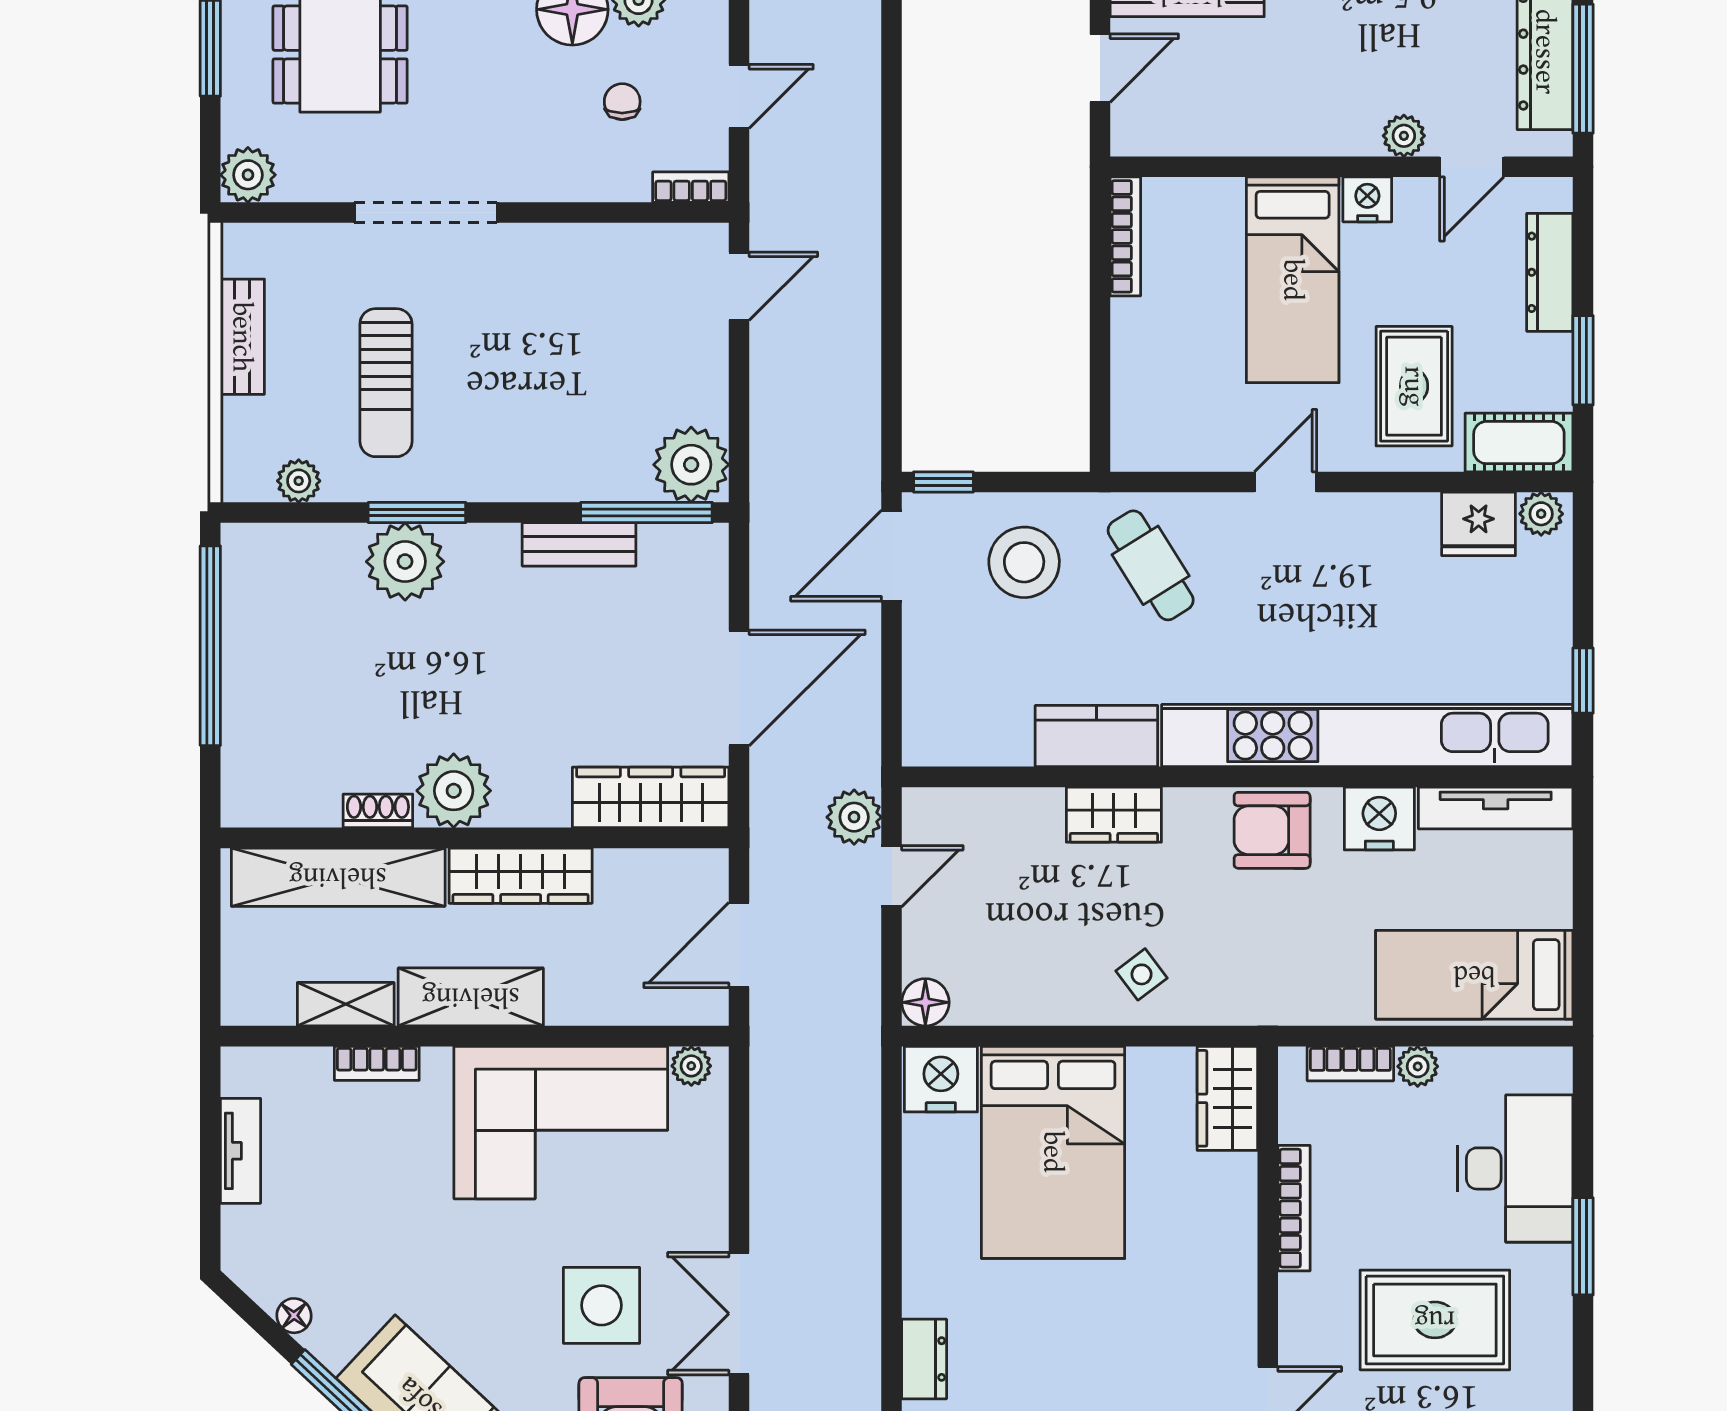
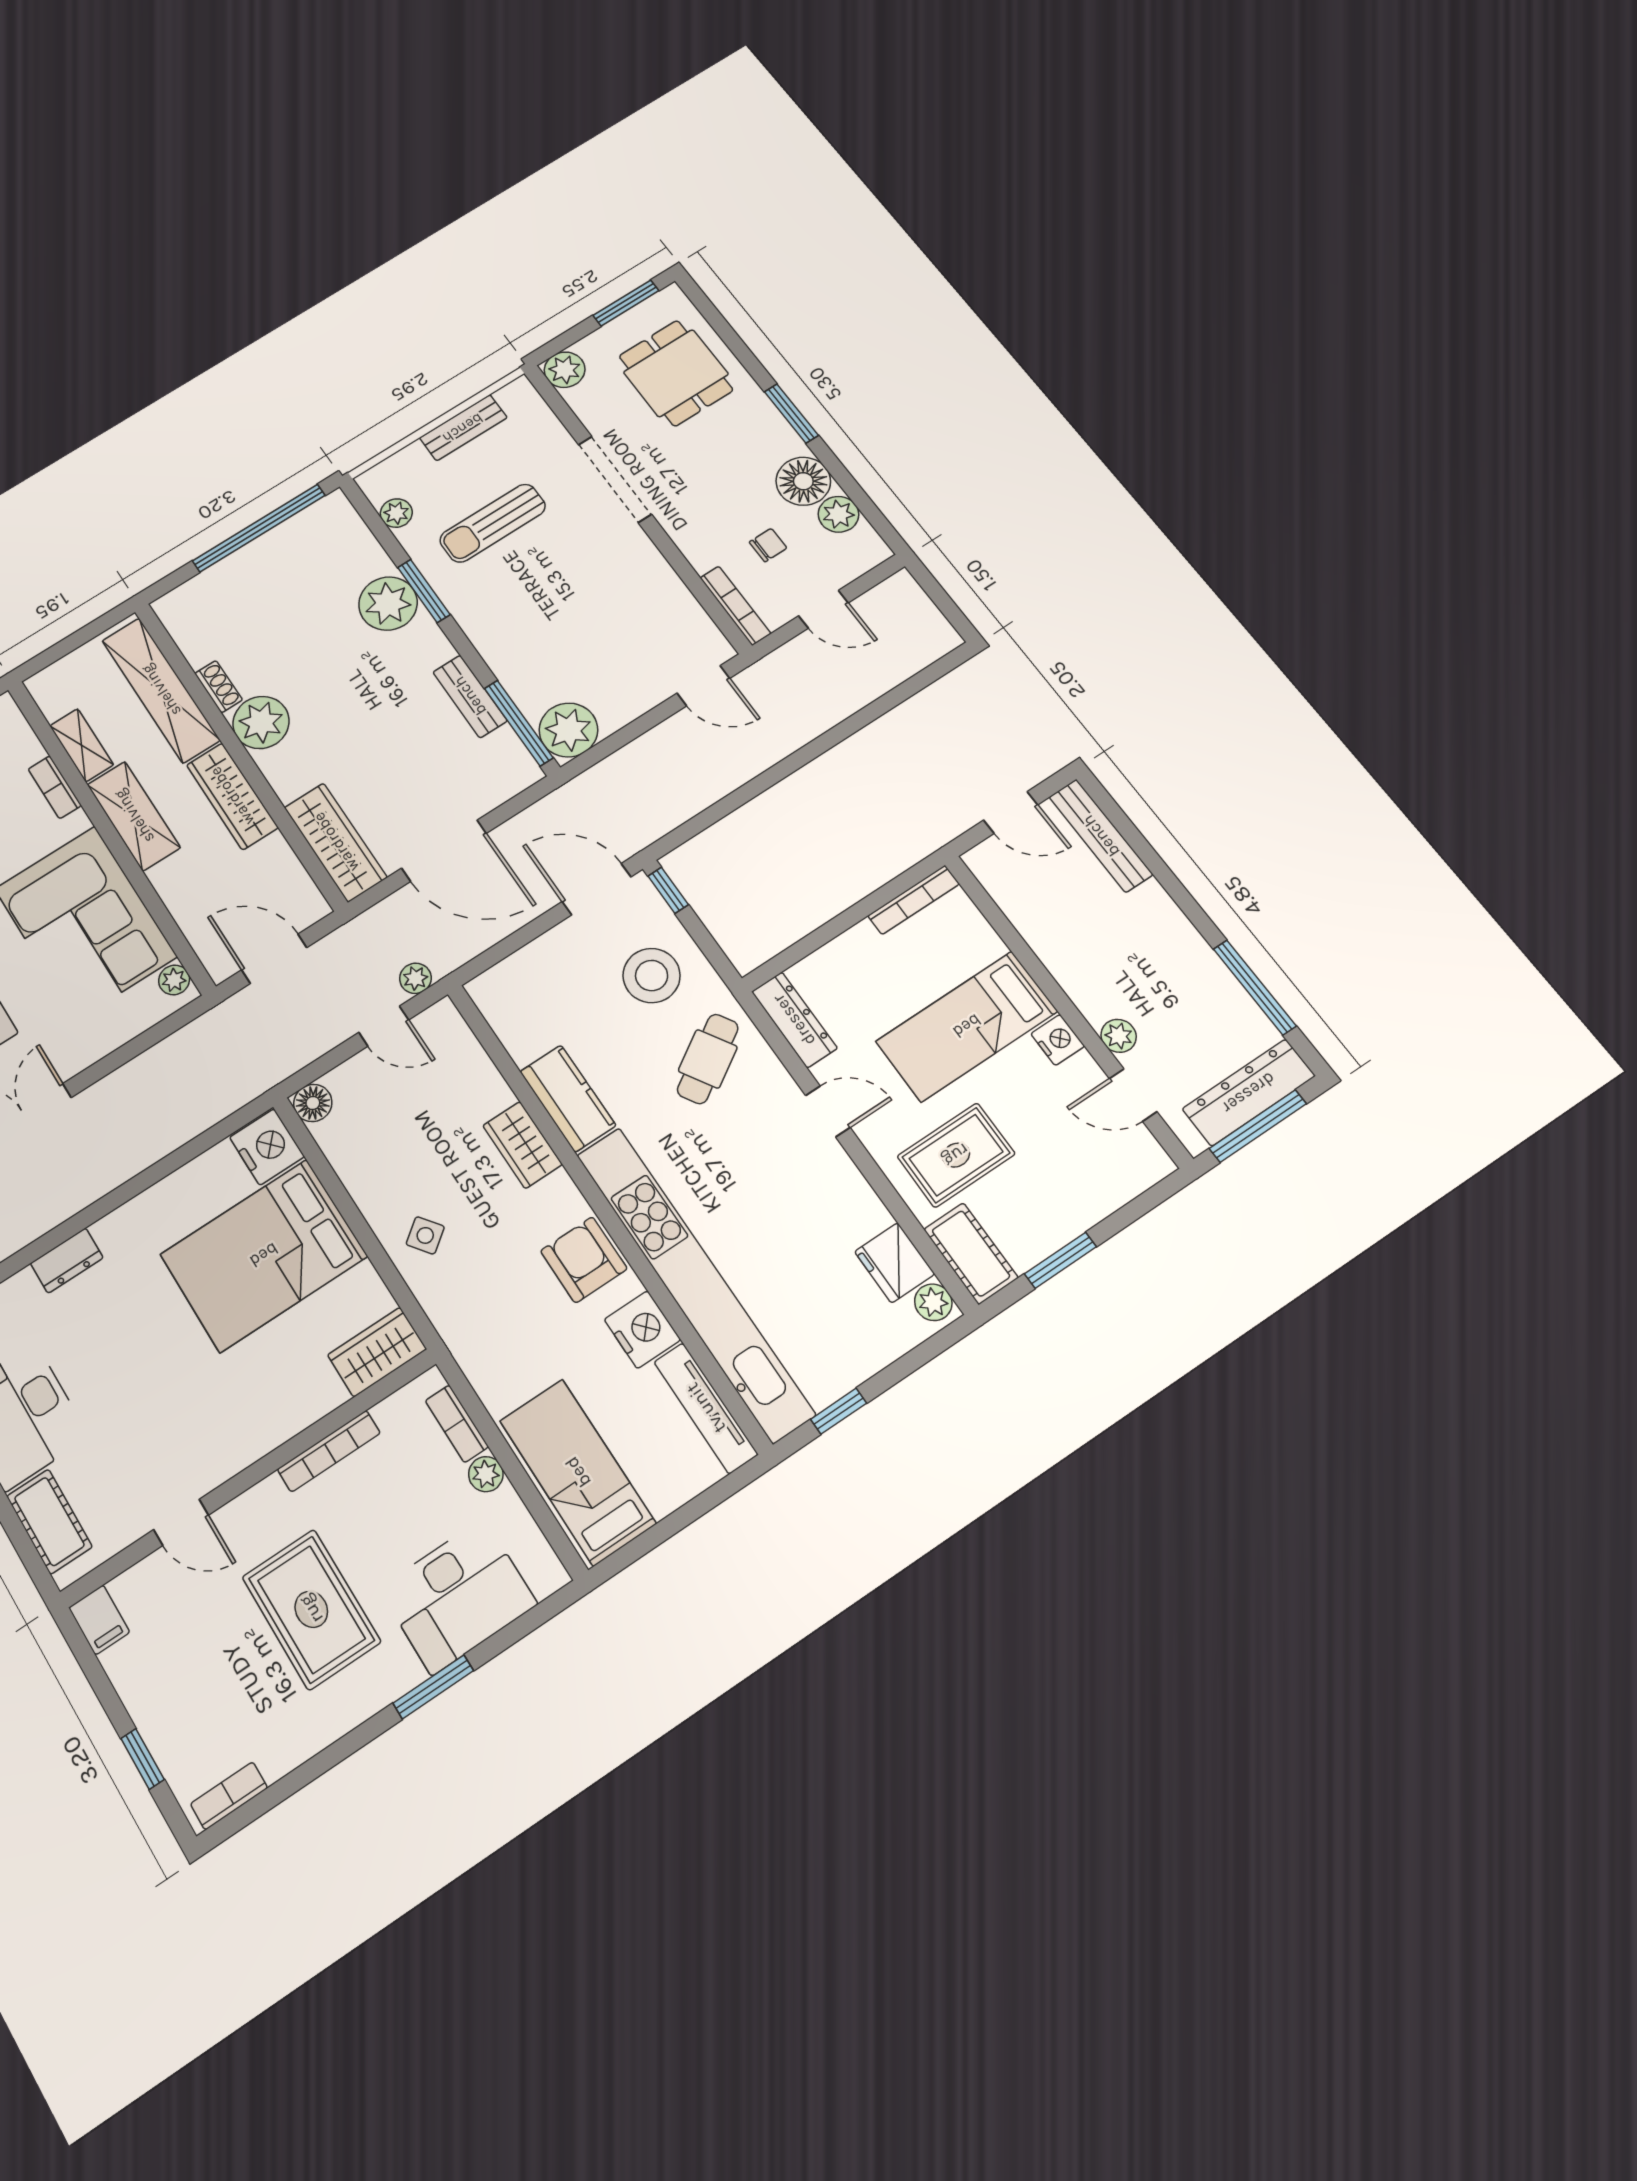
bookcase: (691, 187) -> (735, 606), width x1.56
dresser: (1550, 272) -> (794, 1020), moved, turned 90
plant: (854, 817) -> (415, 978), width x0.73, depth x0.73

